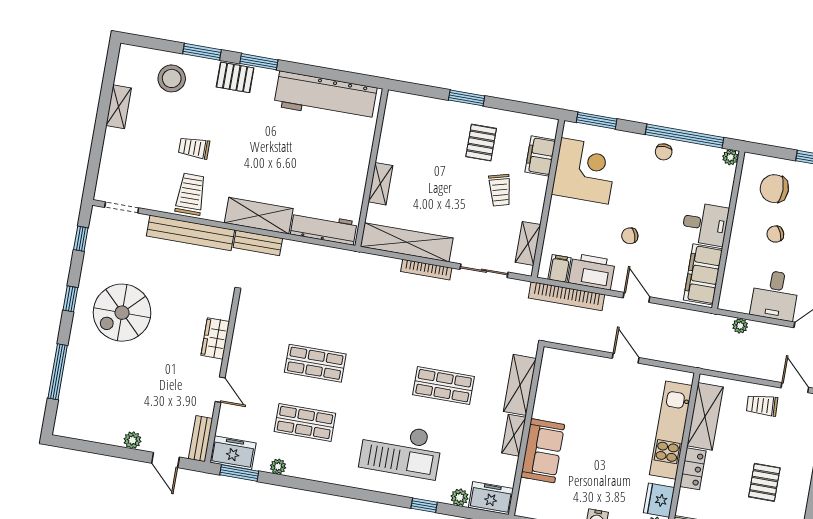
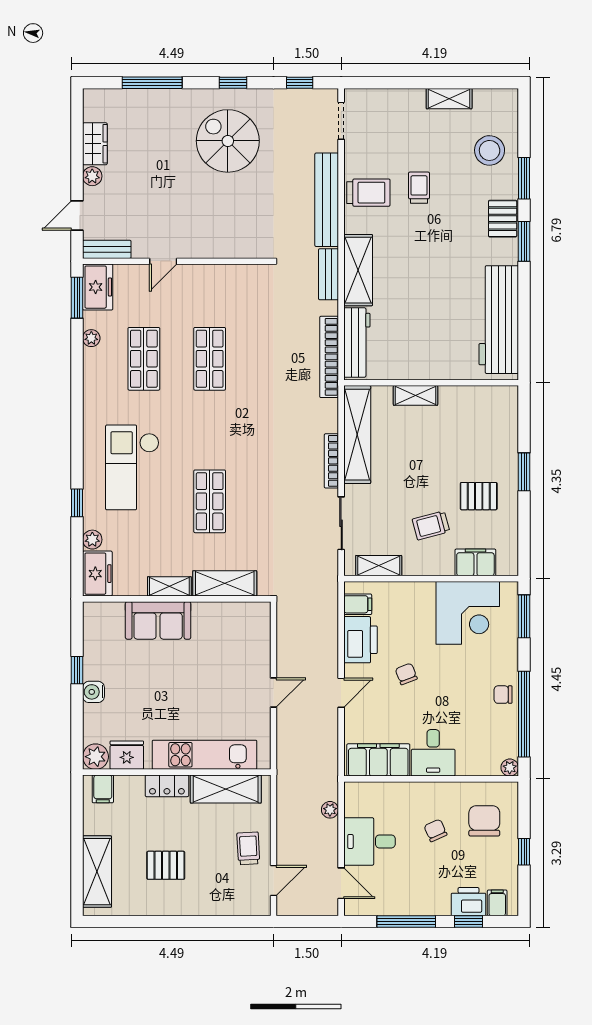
bookcase: (567, 296) -> (329, 357), moved
wardrobe: (215, 338) -> (95, 144), moved, turned 90

